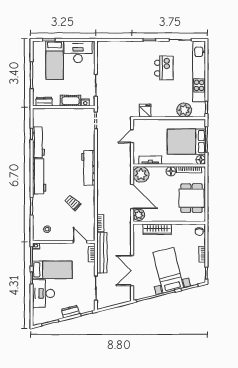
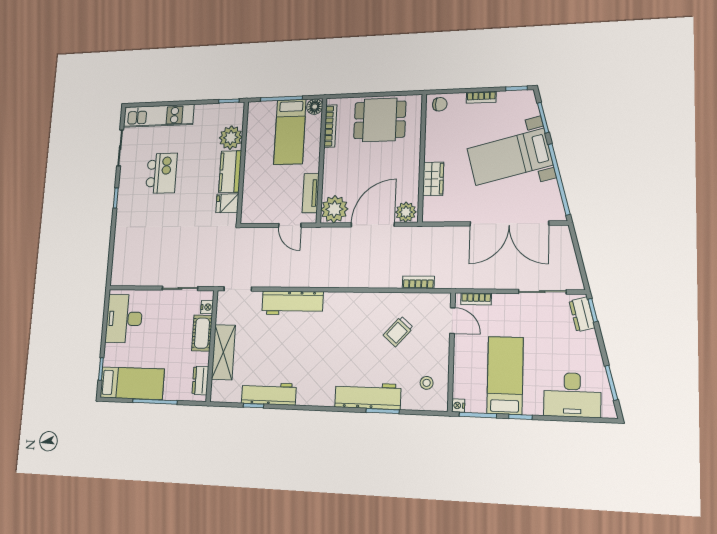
bed: (55, 60) -> (132, 383), moved
kitchen island: (164, 68) -> (161, 173), turned 90
kitchen unit: (199, 71) -> (159, 116), width x0.73
kitchen counter: (164, 111) -> (230, 172), added
shelving: (60, 114) -> (223, 352), added
door: (132, 136) -> (290, 225), moved
bed: (186, 142) -> (290, 132), width x0.67
workbench: (88, 168) -> (292, 303), moved
floor lamp: (171, 171) -> (332, 157), removed
workbench: (39, 176) -> (368, 396), moved
trolley: (73, 203) -> (398, 331), moved
wardrobe: (157, 229) -> (433, 179), width x0.67
door: (80, 242) -> (452, 321), swing flipped
bench: (102, 253) -> (474, 280), removed
double door: (132, 270) -> (509, 223), width x1.36
desk: (43, 293) -> (572, 395), moved
dresser: (70, 312) -> (582, 314), moved

